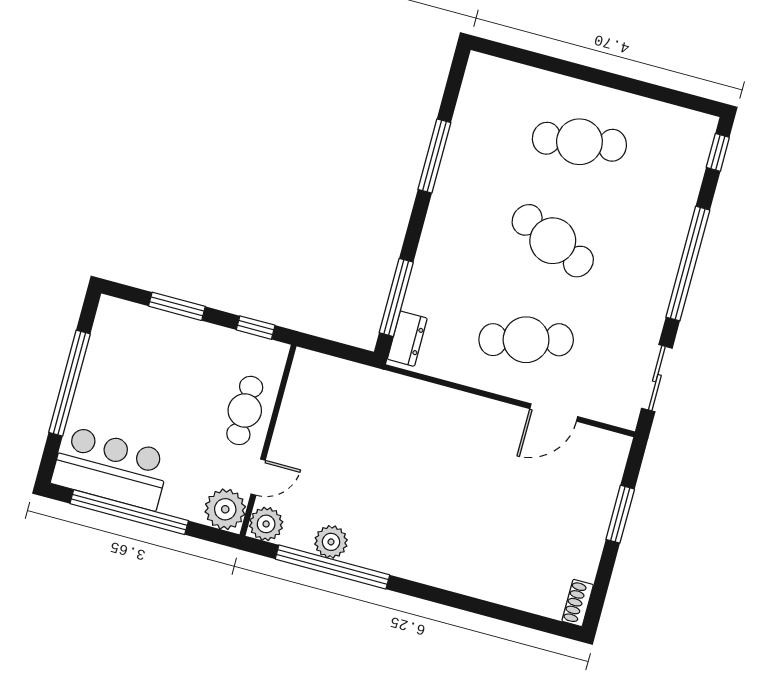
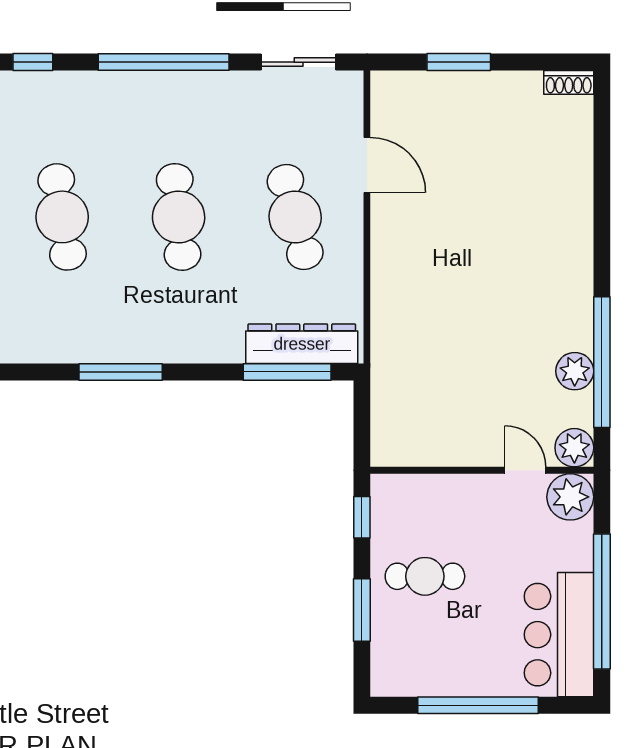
cafe table: (553, 241) -> (179, 217), turned -30
dresser: (407, 339) -> (302, 344), width x1.96, depth x1.24
cafe table: (245, 410) -> (425, 576), moved

